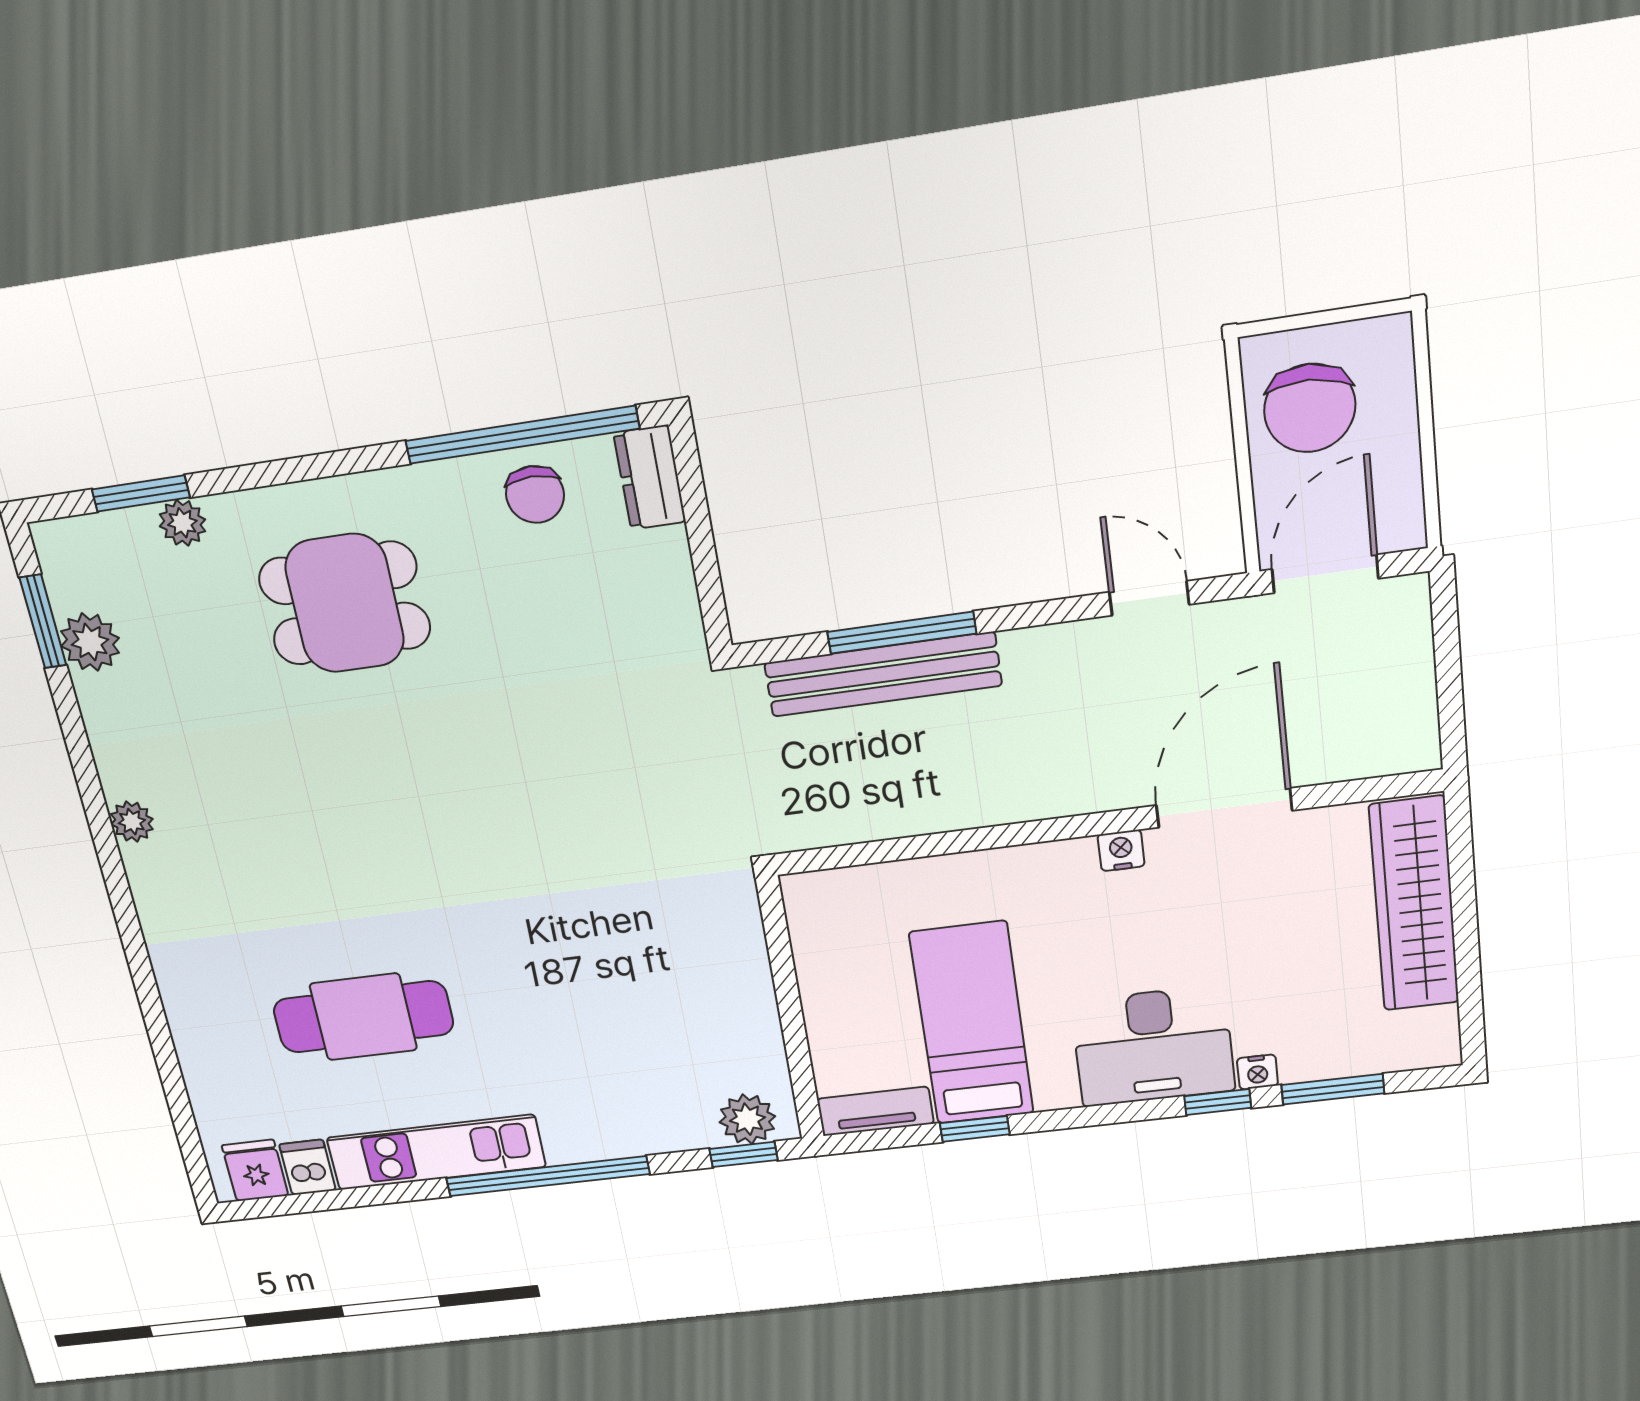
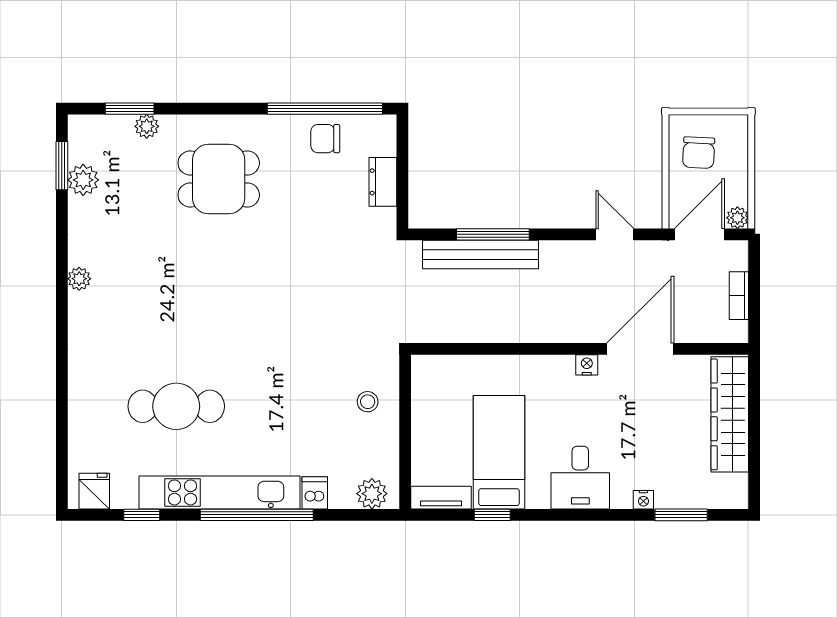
chair: (1310, 408) -> (699, 153), width x0.73, depth x0.73
dresser: (650, 478) -> (383, 182), moved
chair: (535, 494) -> (325, 139), turned 90
plant: (1403, 529) -> (737, 218), added
bookcase: (1417, 682) -> (739, 296), added
stool: (711, 967) -> (368, 402), added
desk: (1153, 1046) -> (580, 478), width x0.73
window: (1218, 1102) -> (621, 515), removed
kitchen unit: (436, 1152) -> (219, 492), width x1.36
window: (744, 1154) -> (142, 515), moved
dishwasher: (308, 1167) -> (315, 493), moved

